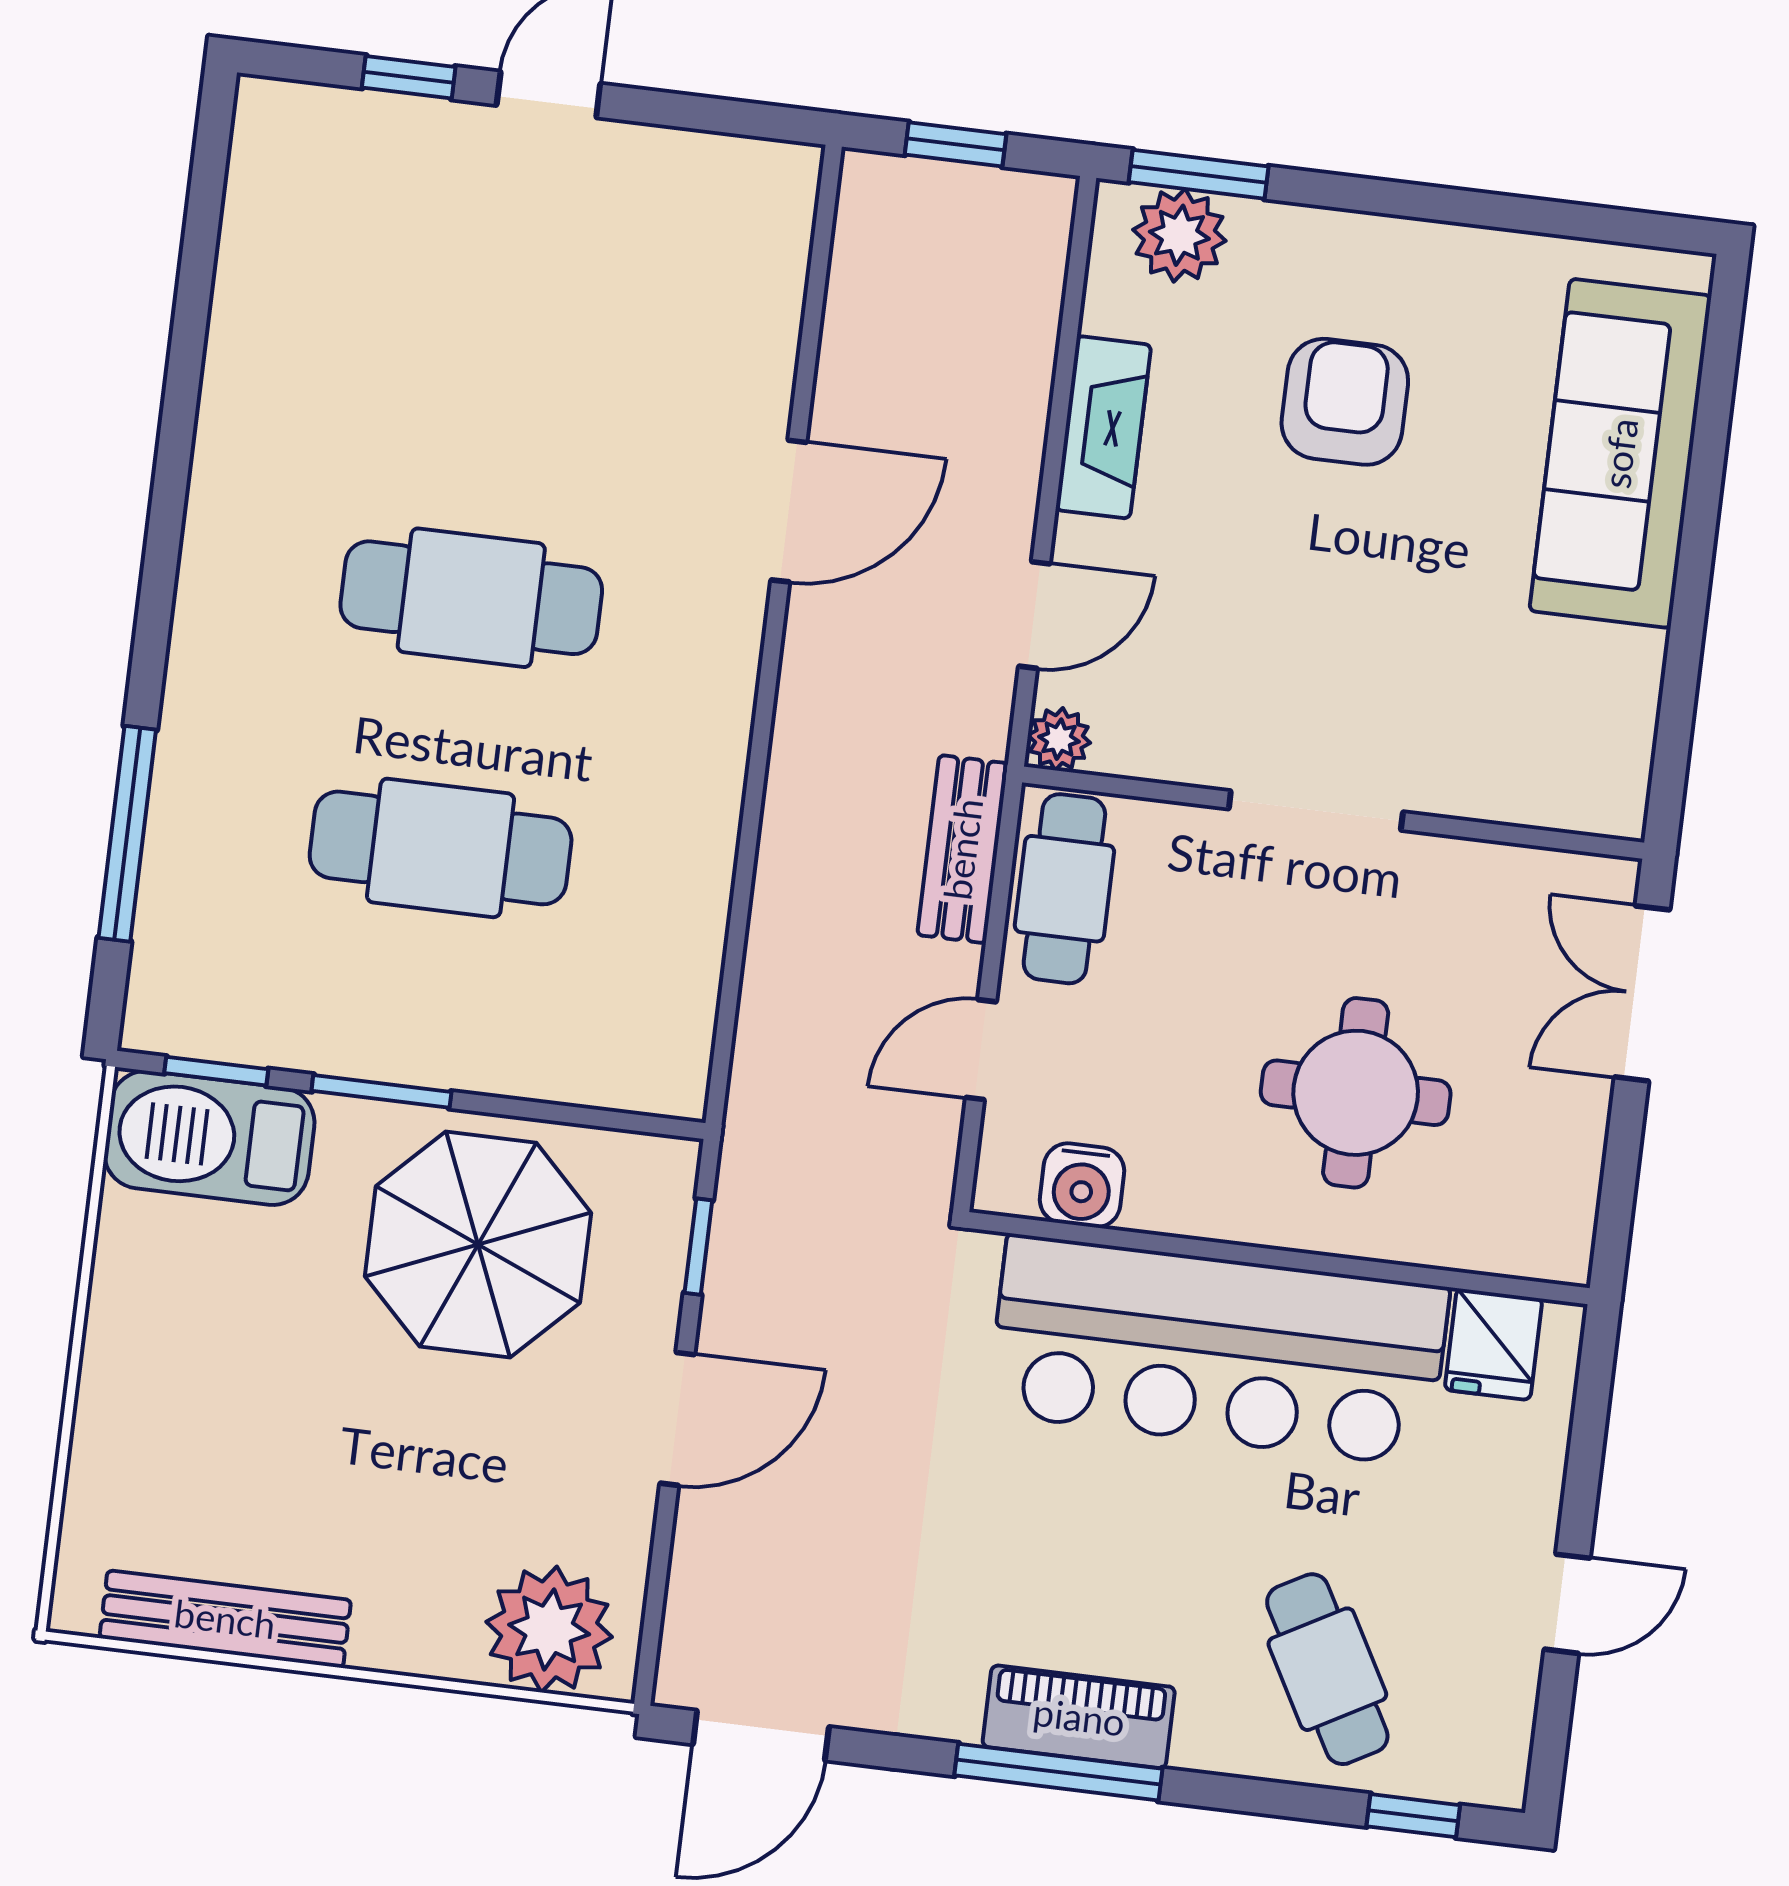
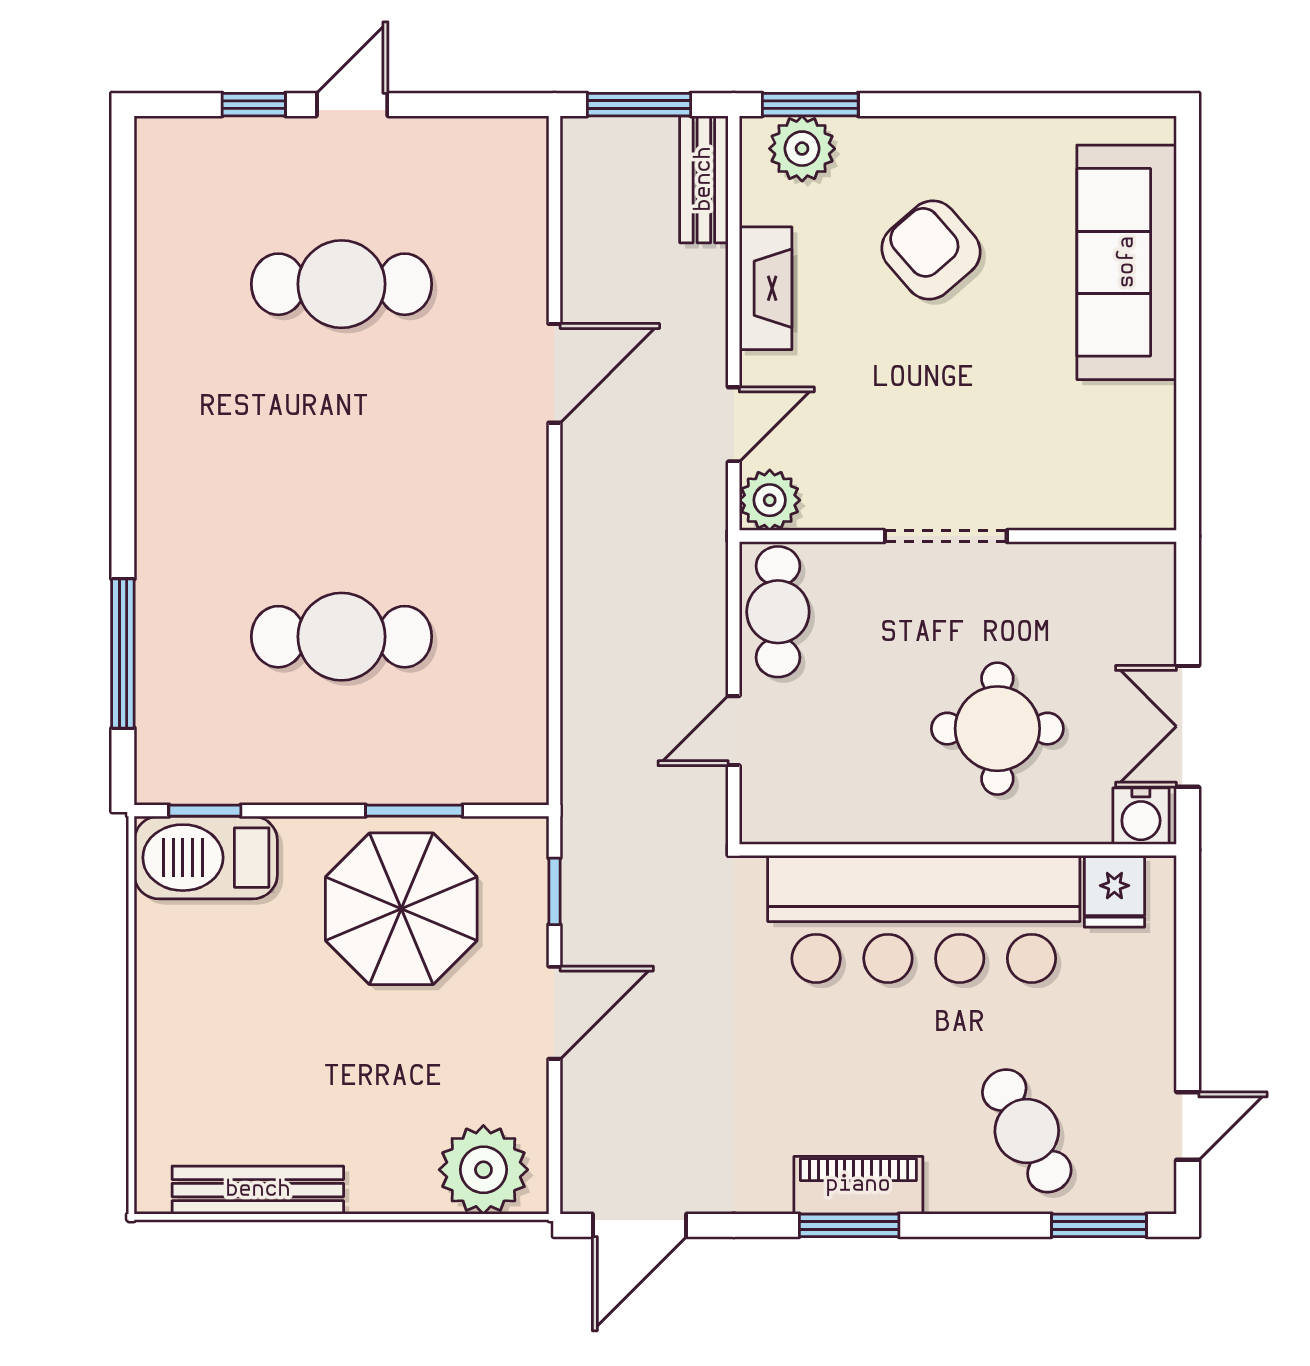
window: (955, 144) -> (639, 105), width x1.50
armchair: (1345, 402) -> (931, 250), turned -41
cafe table: (471, 598) -> (341, 284), moved
plant: (1059, 739) -> (770, 500), width x1.38, depth x1.38
bench: (963, 849) -> (704, 179), moved
double door: (1642, 993) -> (1188, 726), moved
window: (381, 1091) -> (414, 811), moved
water cooler: (1082, 1185) -> (1141, 816), moved
door: (1567, 1604) -> (1188, 1126), moved
window: (1058, 1772) -> (849, 1225), width x0.69
window: (1413, 1816) -> (1099, 1225), width x1.50

